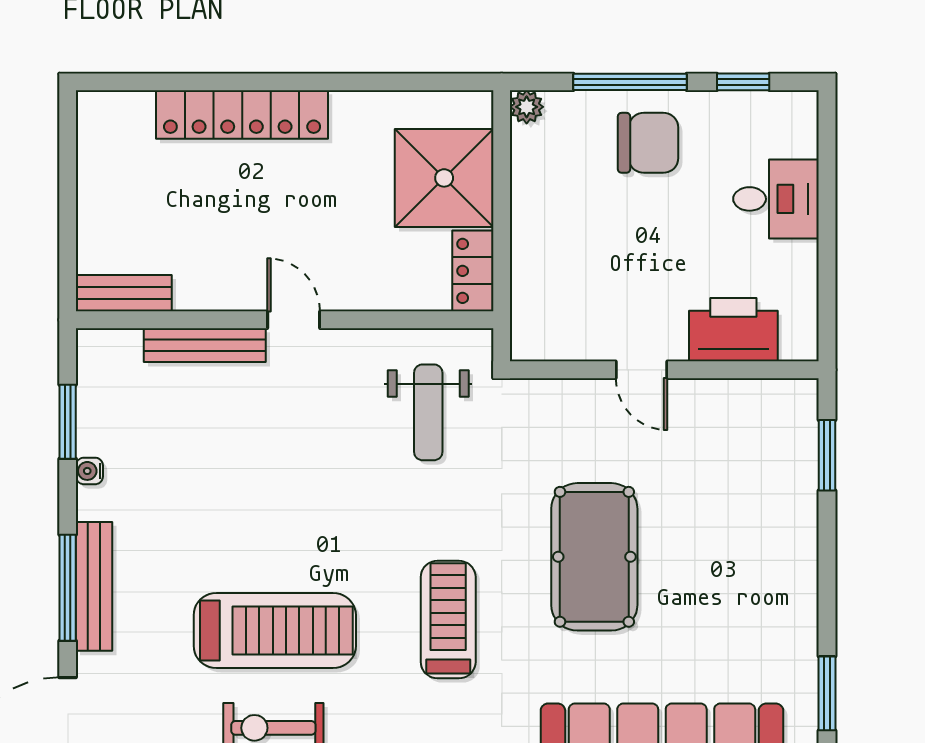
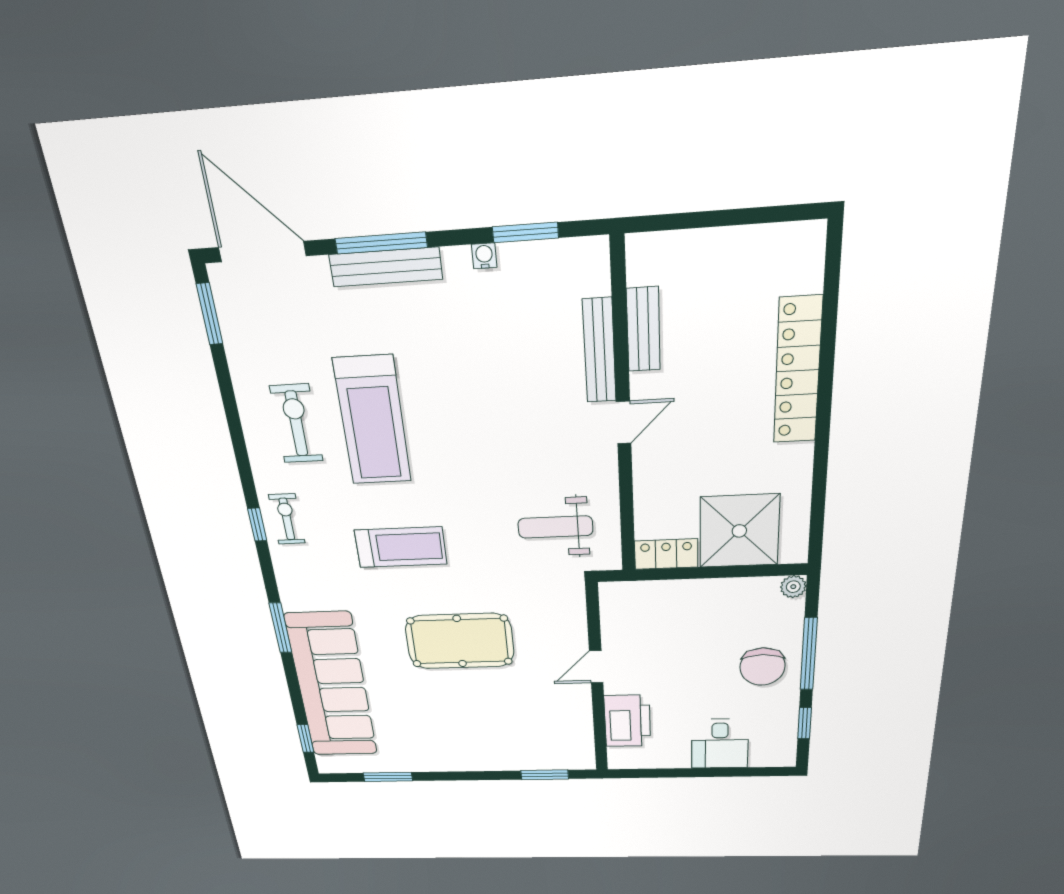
bench: (124, 293) -> (643, 329), moved

